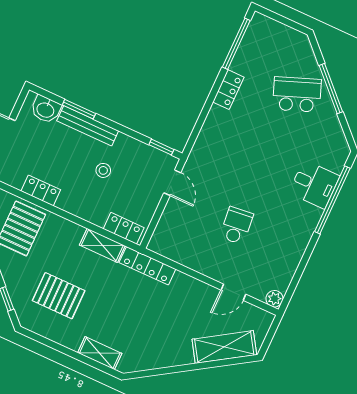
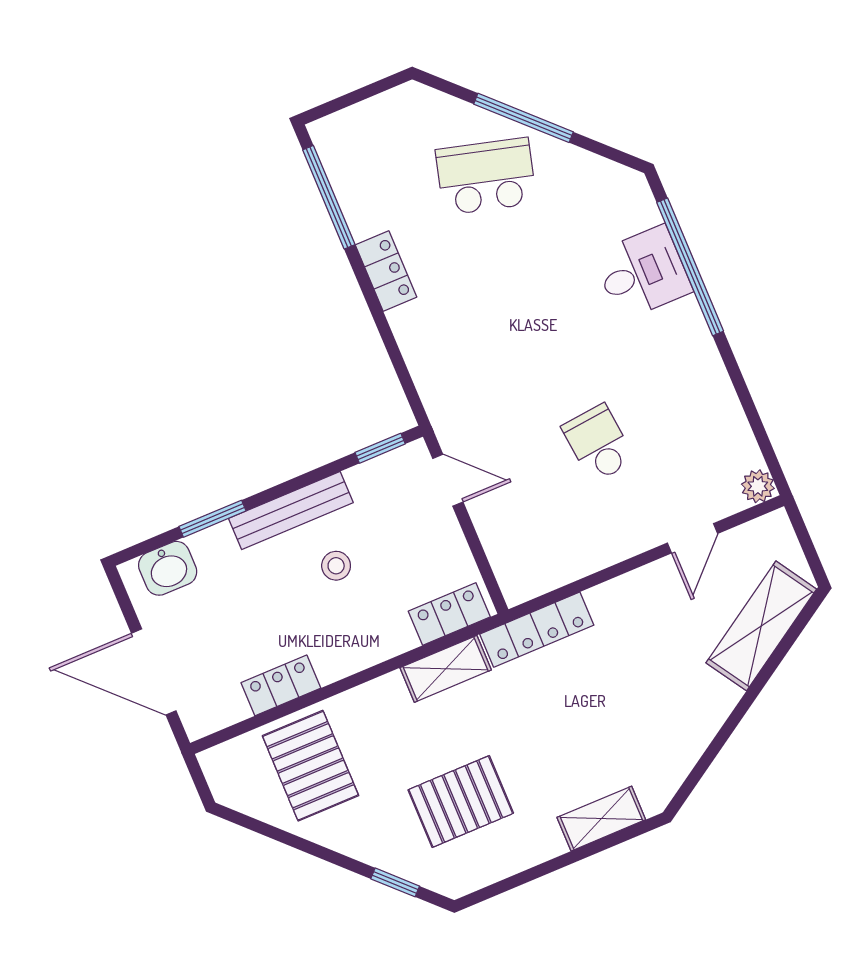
school desk: (297, 94) -> (486, 176), turned 36
bench: (88, 126) -> (291, 511), moved

